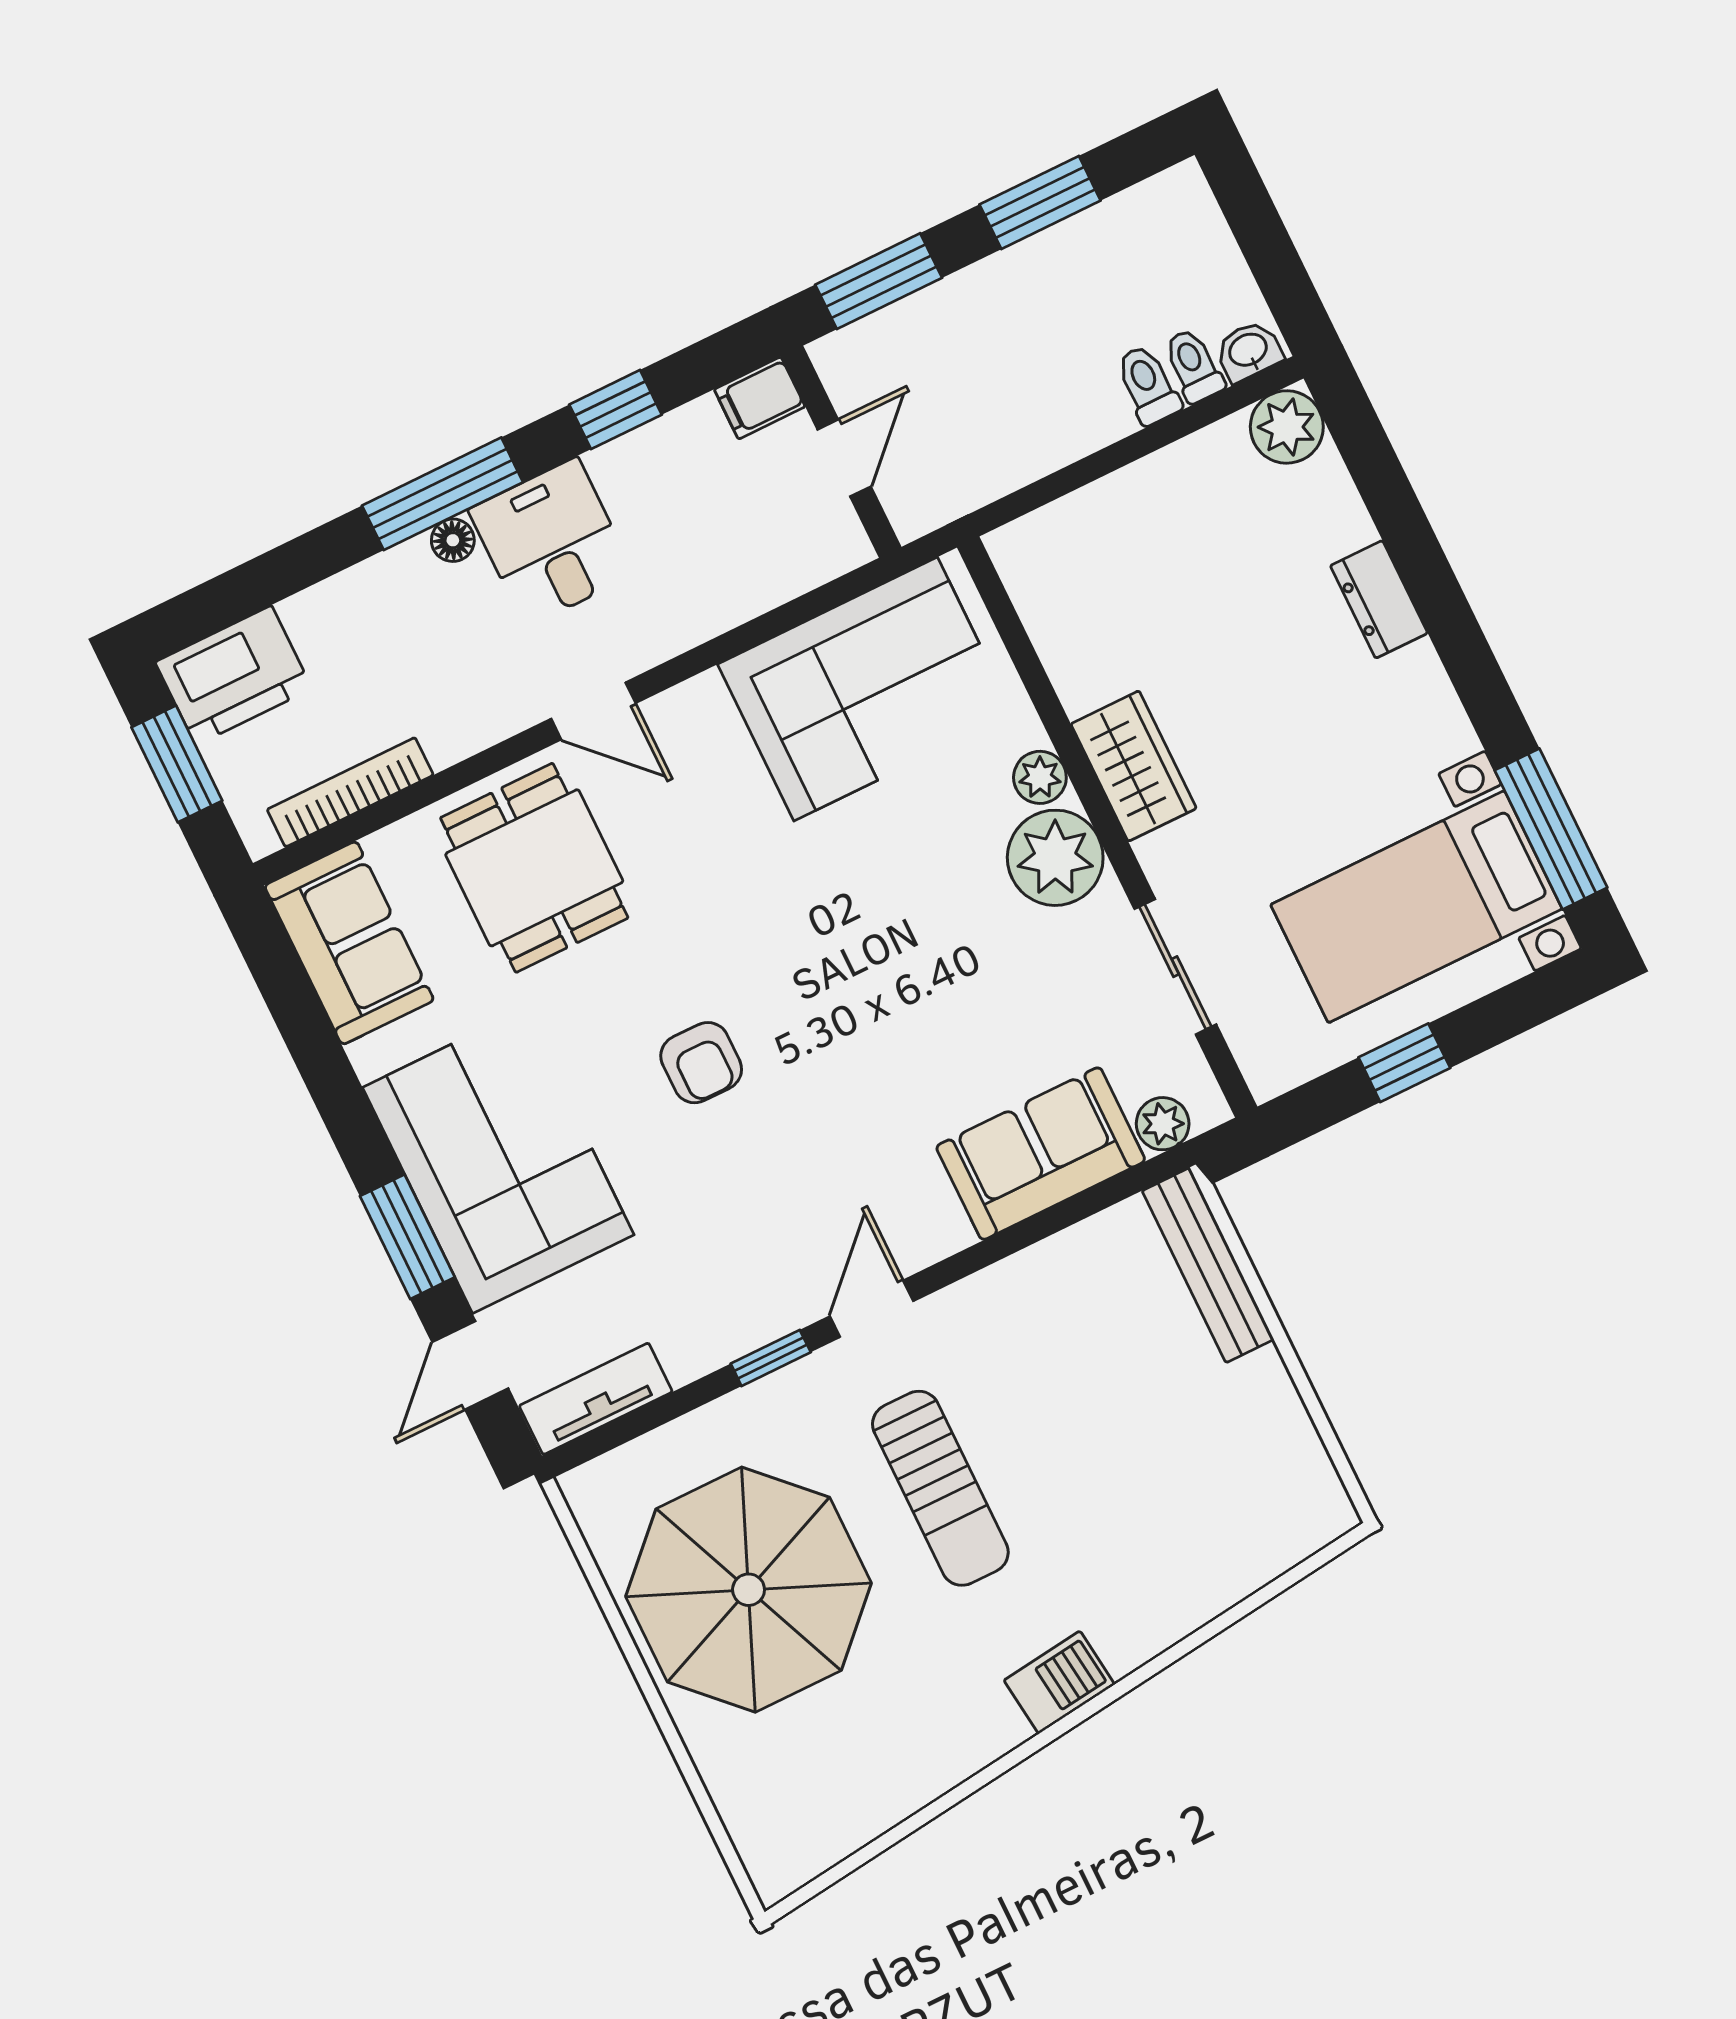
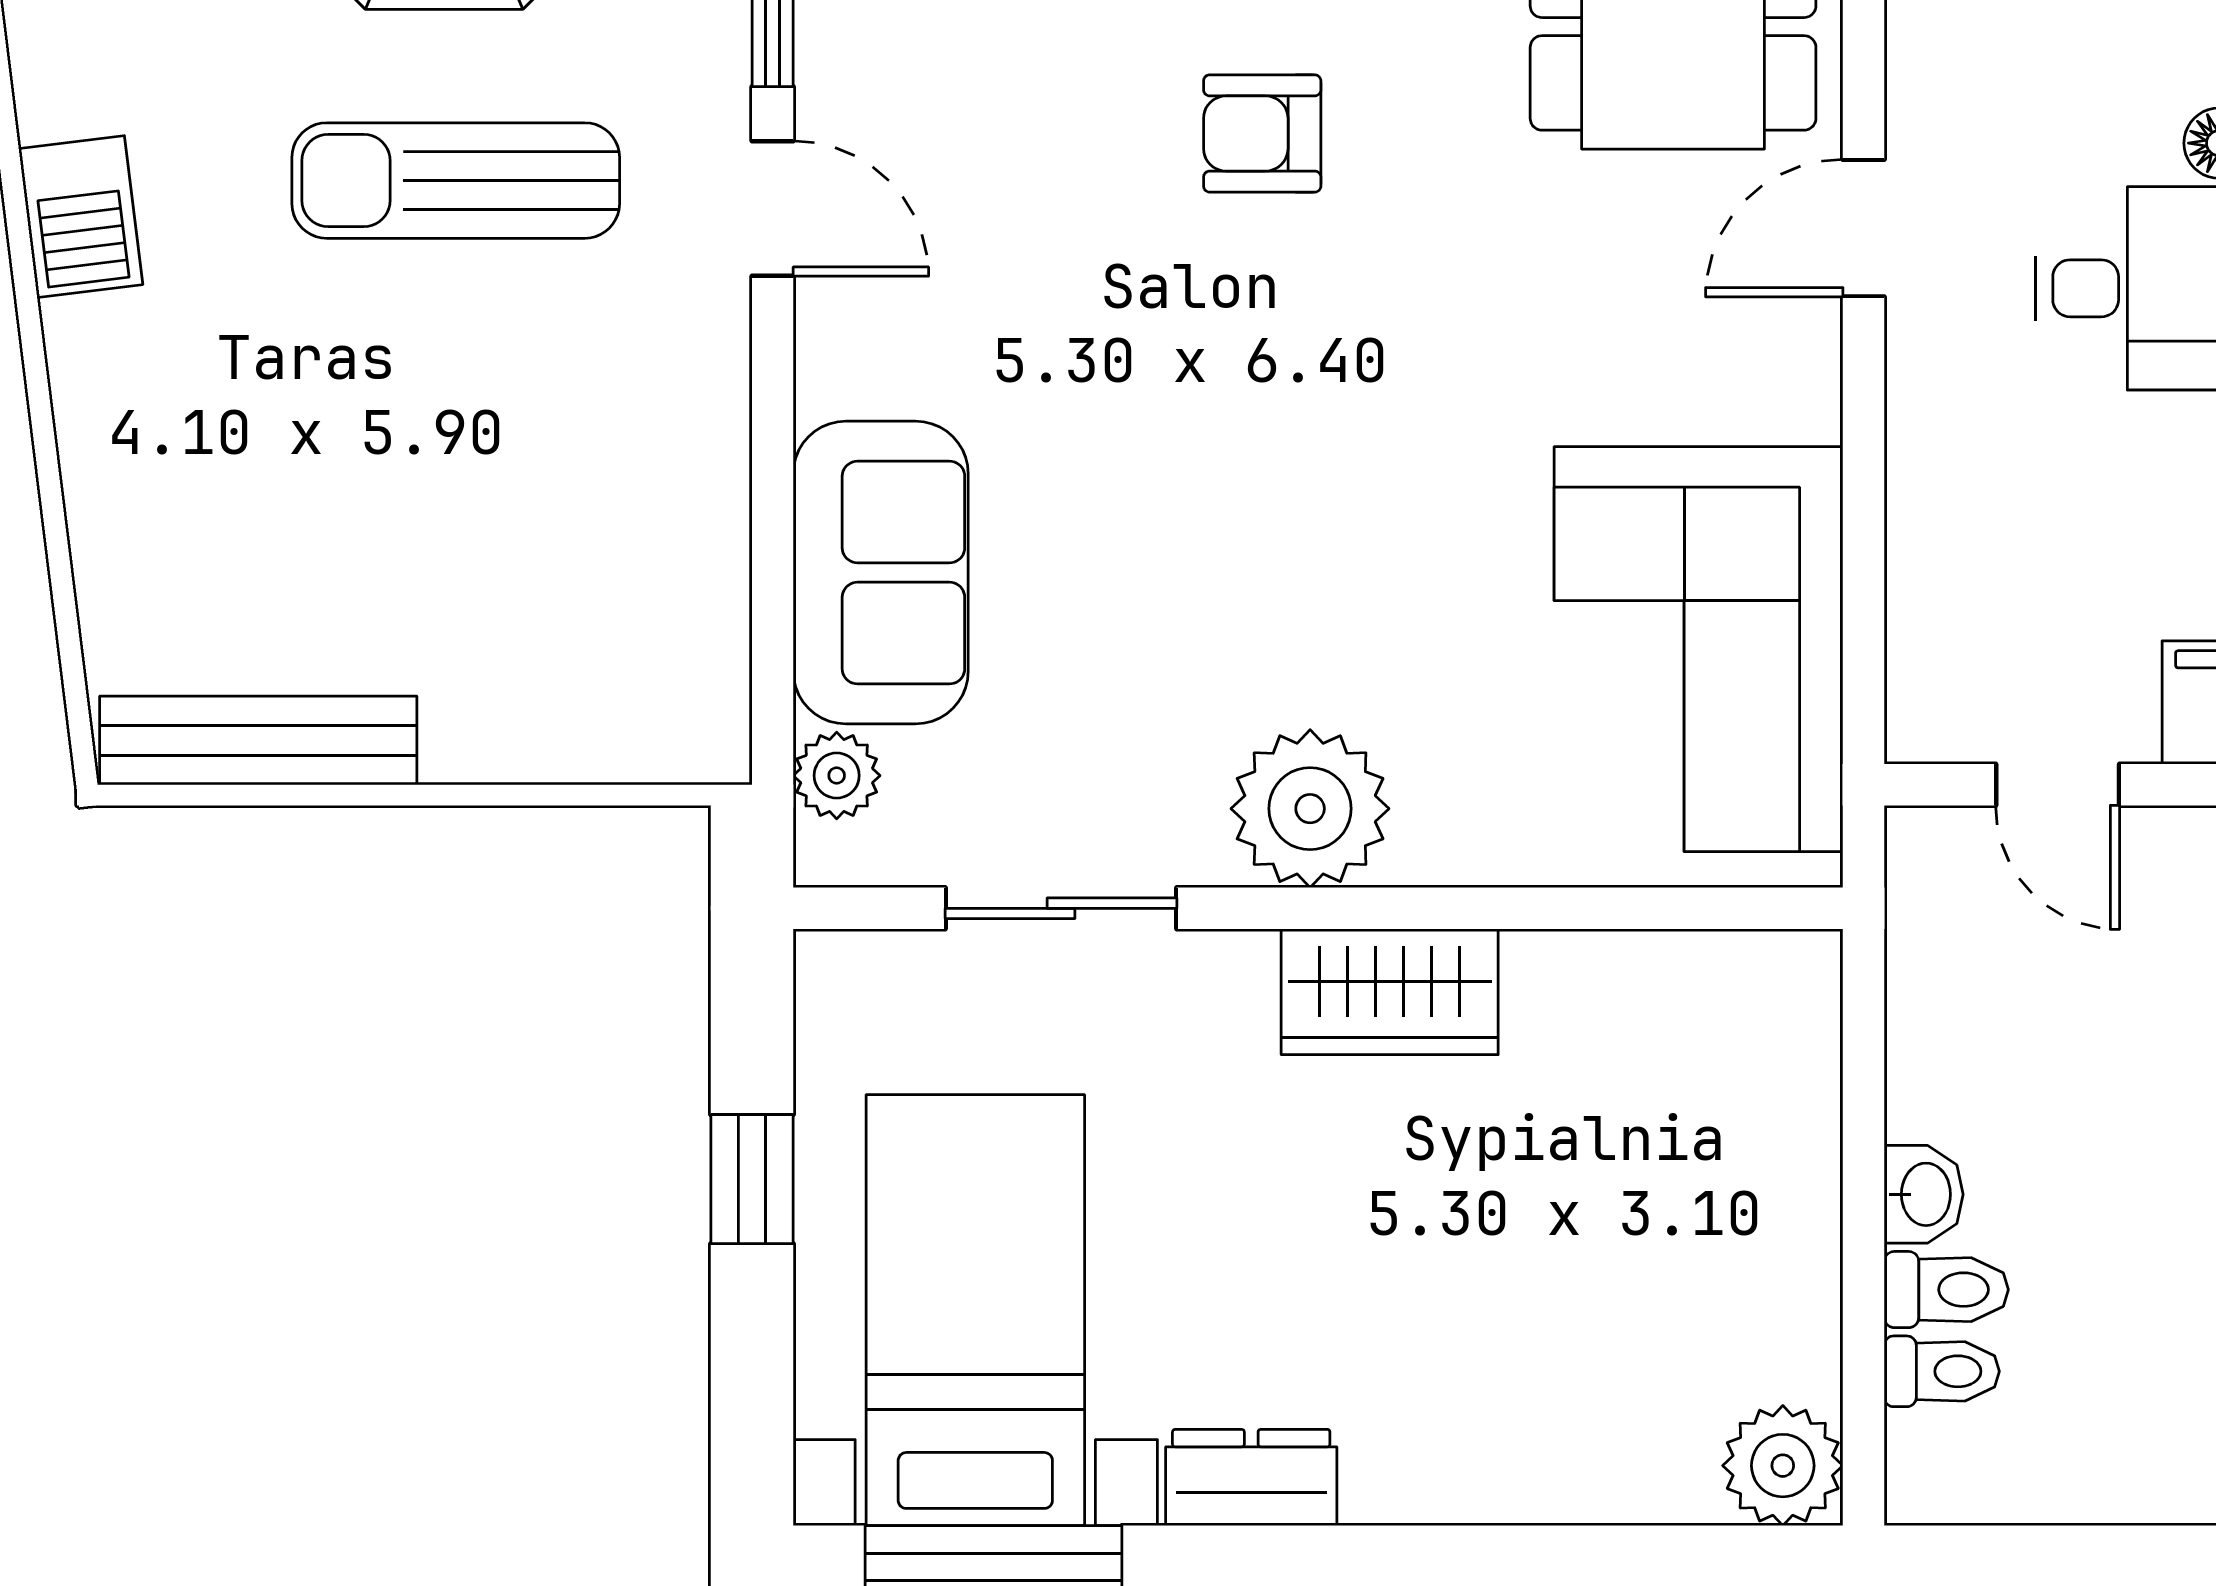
washbasin: (1249, 351) -> (1924, 1194), moved
dresser: (1379, 599) -> (1251, 1478), moved
plant: (1040, 777) -> (1441, 844), removed
bench: (1208, 1265) -> (258, 740), moved

